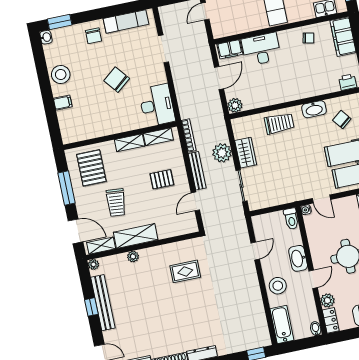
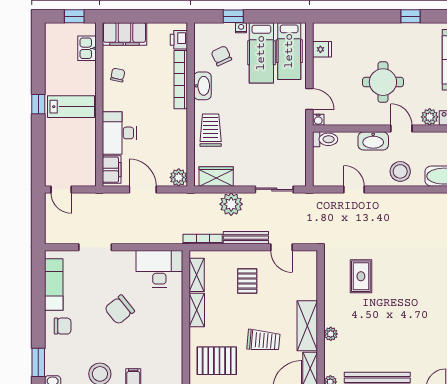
bookcase: (315, 90) -> (181, 80), added
chair: (342, 120) -> (221, 56), turned 103
wardrobe: (246, 153) -> (216, 176), moved
door: (321, 199) -> (309, 99), hinge flipped

